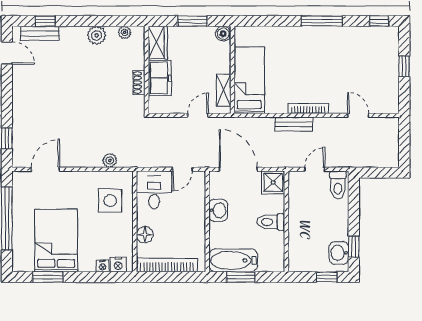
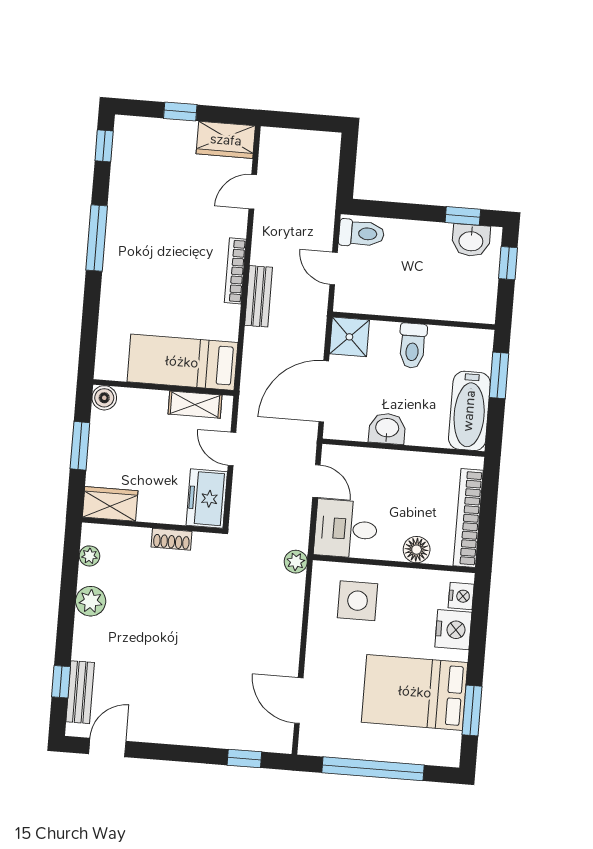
freezer: (160, 78) -> (207, 499), moved, turned -90
wardrobe: (389, 96) -> (226, 140), added
plant: (110, 160) -> (296, 562), moved
nightstand: (103, 266) -> (453, 630), width x1.89, depth x1.79
window: (241, 277) -> (499, 375), moved

